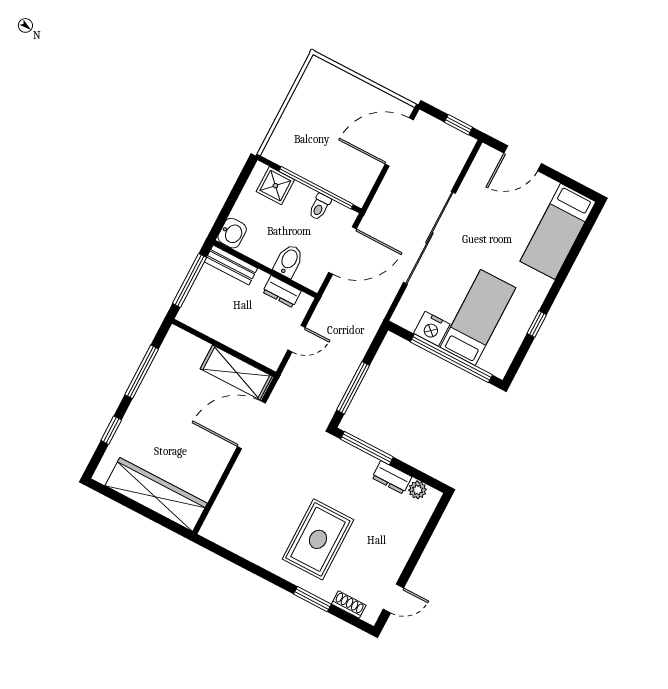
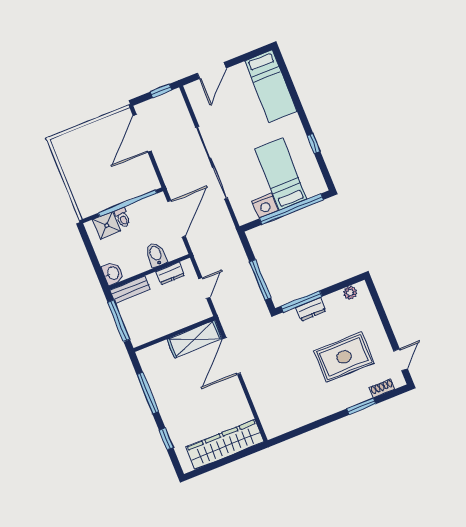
toilet: (320, 207) -> (123, 217), moved
dresser: (392, 477) -> (311, 309), moved
rug: (318, 539) -> (344, 357), moved, turned 90

